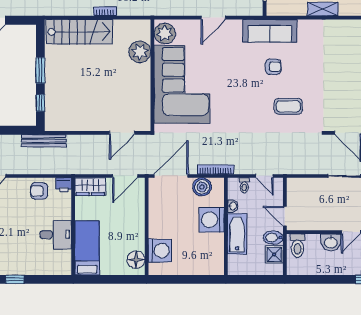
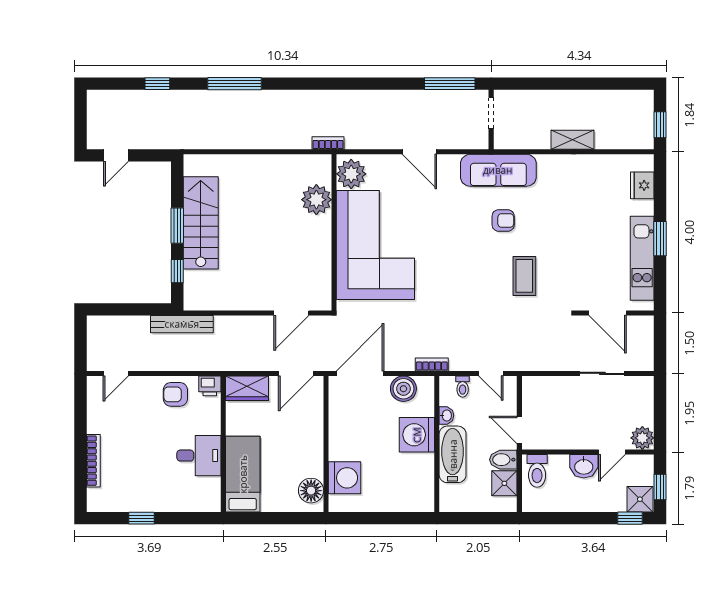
bookcase: (105, 11) -> (328, 143), moved
door: (213, 18) -> (419, 152), hinge flipped
stairs: (79, 32) -> (201, 223), moved, turned -90
coffee table: (288, 106) -> (524, 276), turned 90
bookcase: (216, 170) -> (432, 364), width x0.64

